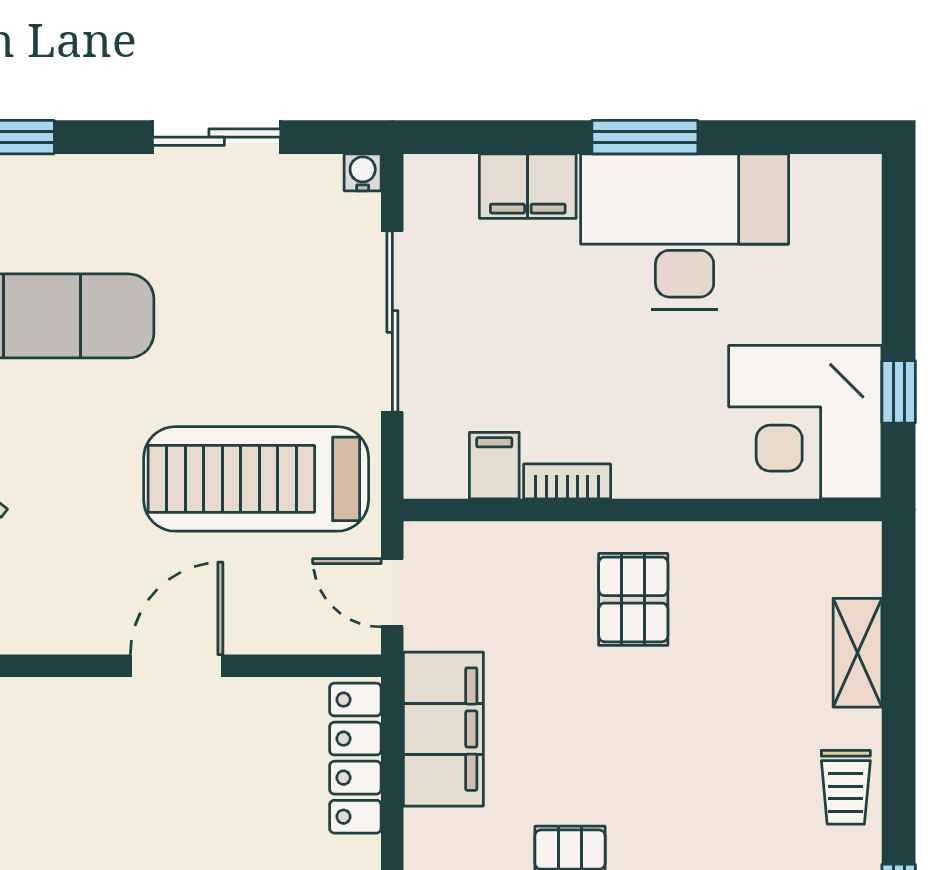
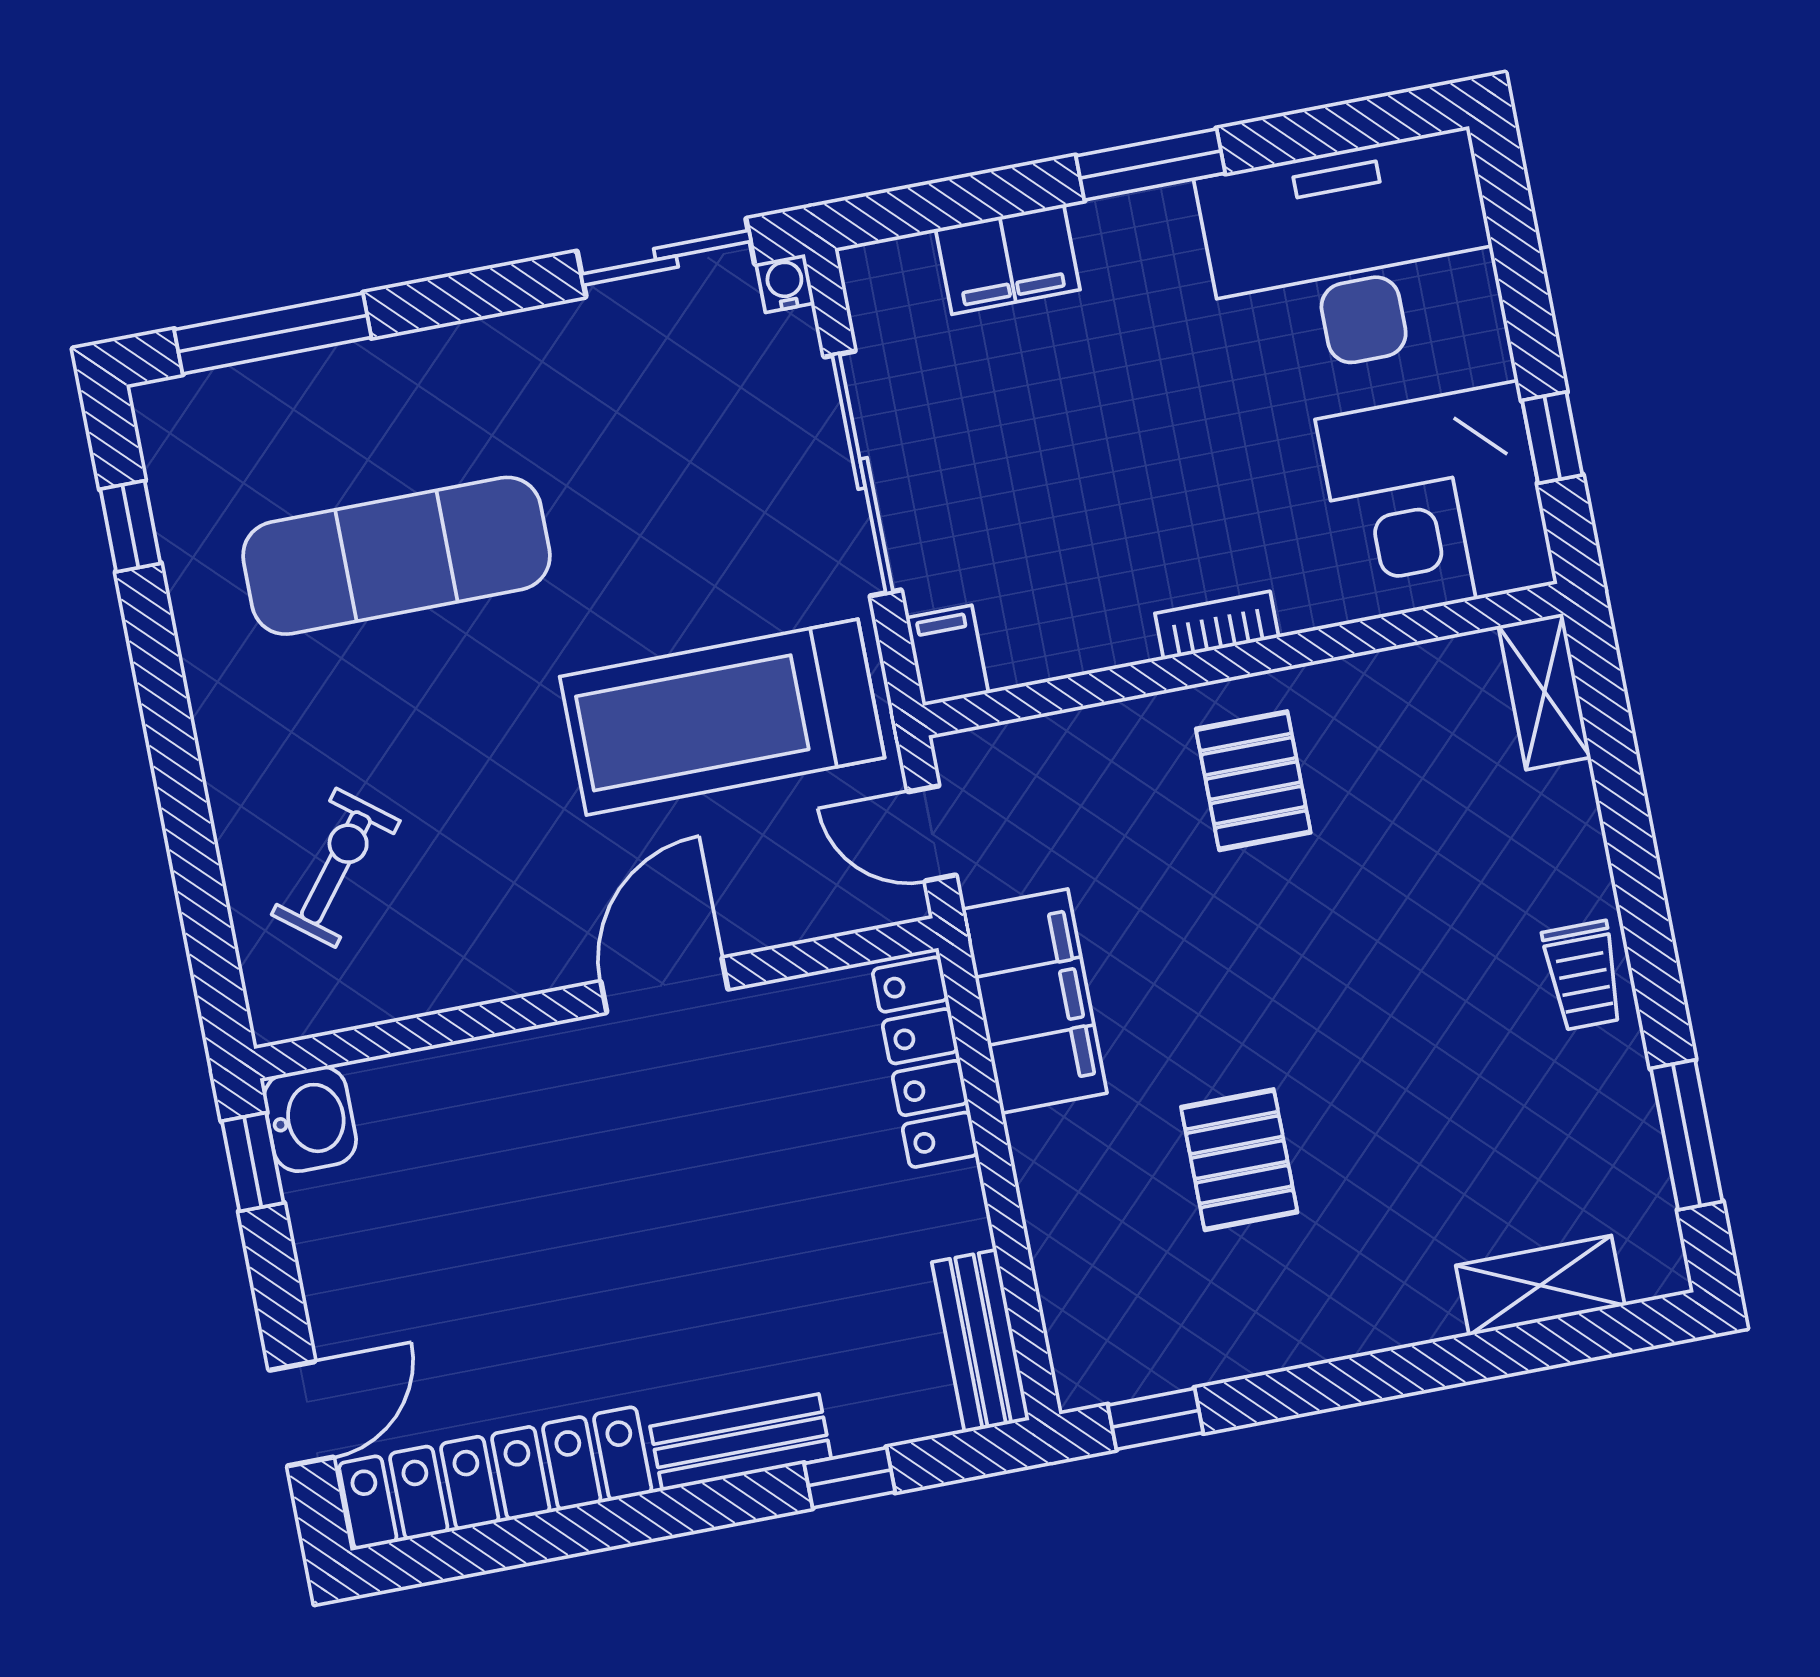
sliding door: (217, 137) -> (666, 258), moved
desk: (685, 232) -> (1351, 256), moved
filing cabinet: (494, 466) -> (947, 655), moved
bookcase: (567, 481) -> (1217, 625), moved
shelving: (857, 653) -> (1545, 692), moved

